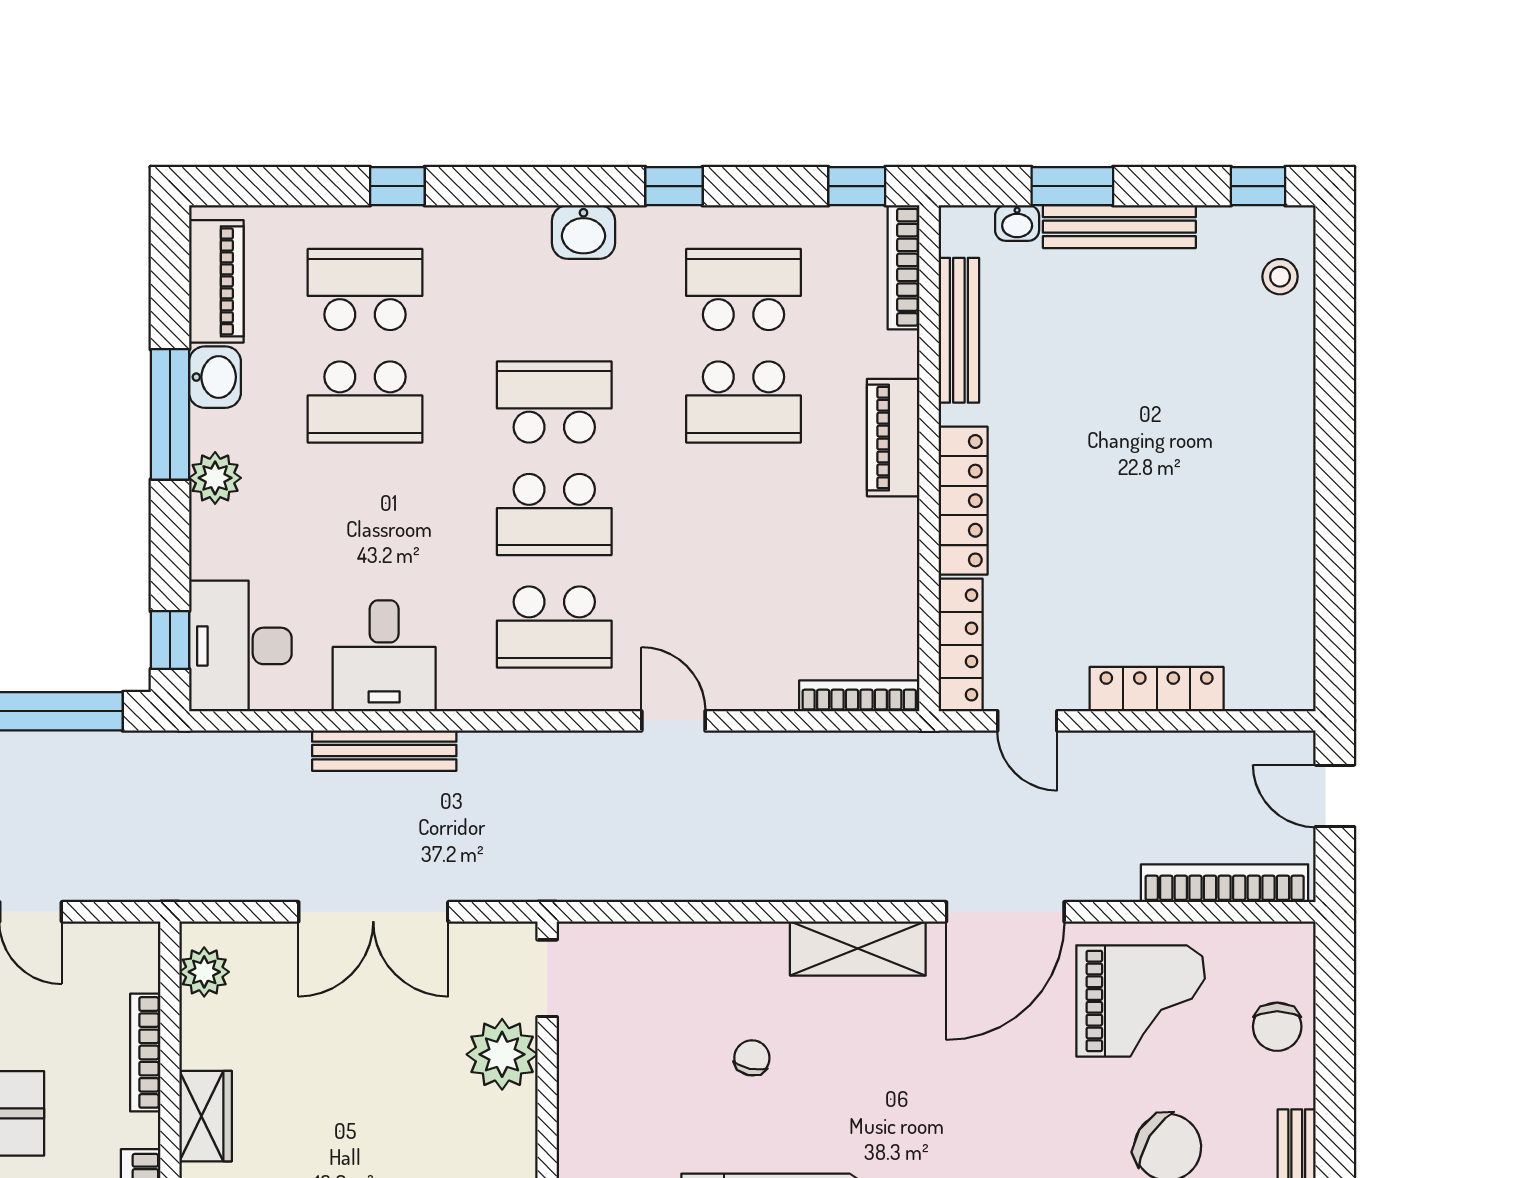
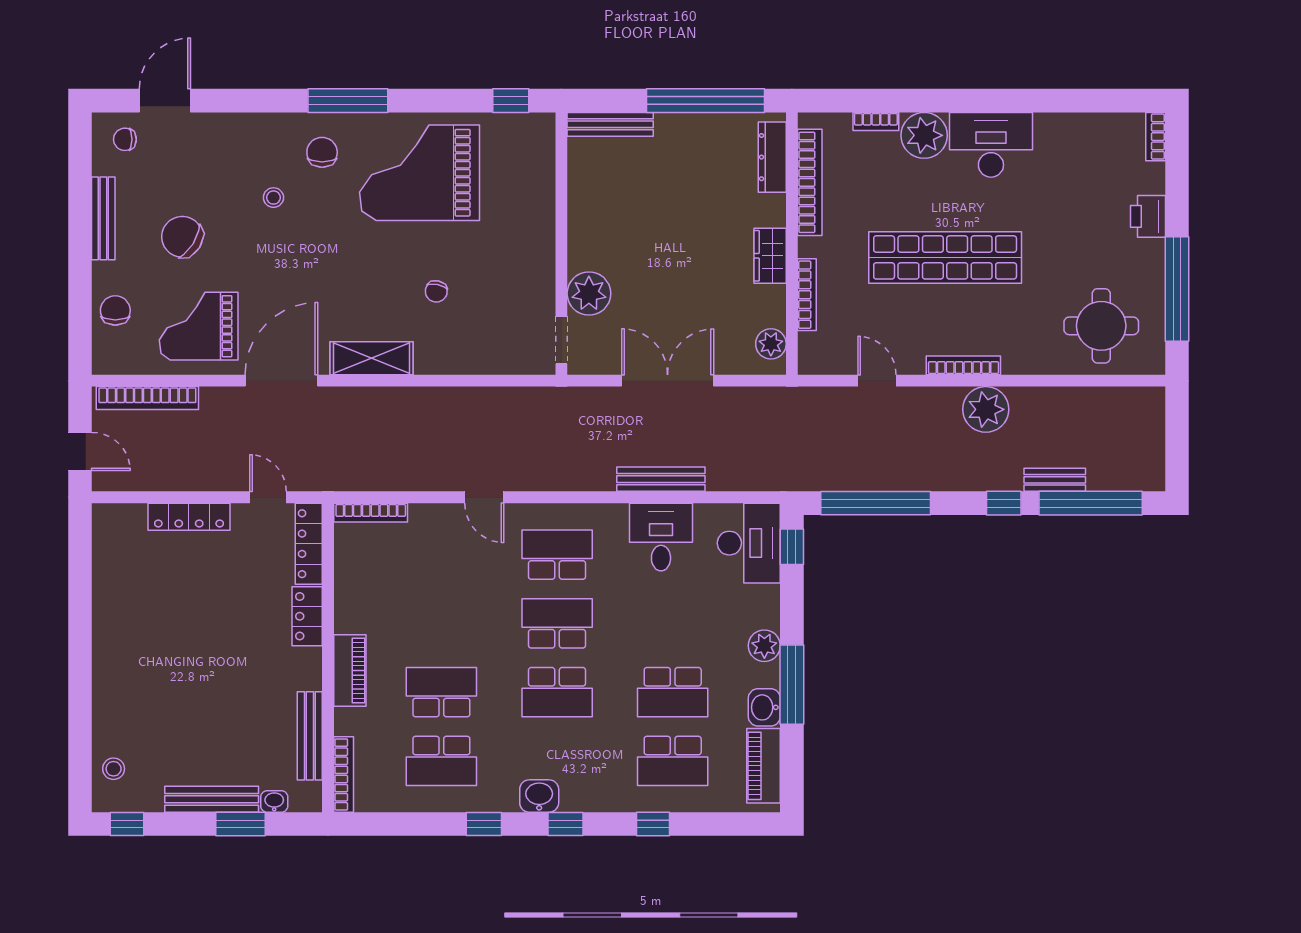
window: (857, 186) -> (566, 824), moved
school desk: (365, 402) -> (673, 692), turned 180
locker: (963, 501) -> (307, 616), width x0.66

